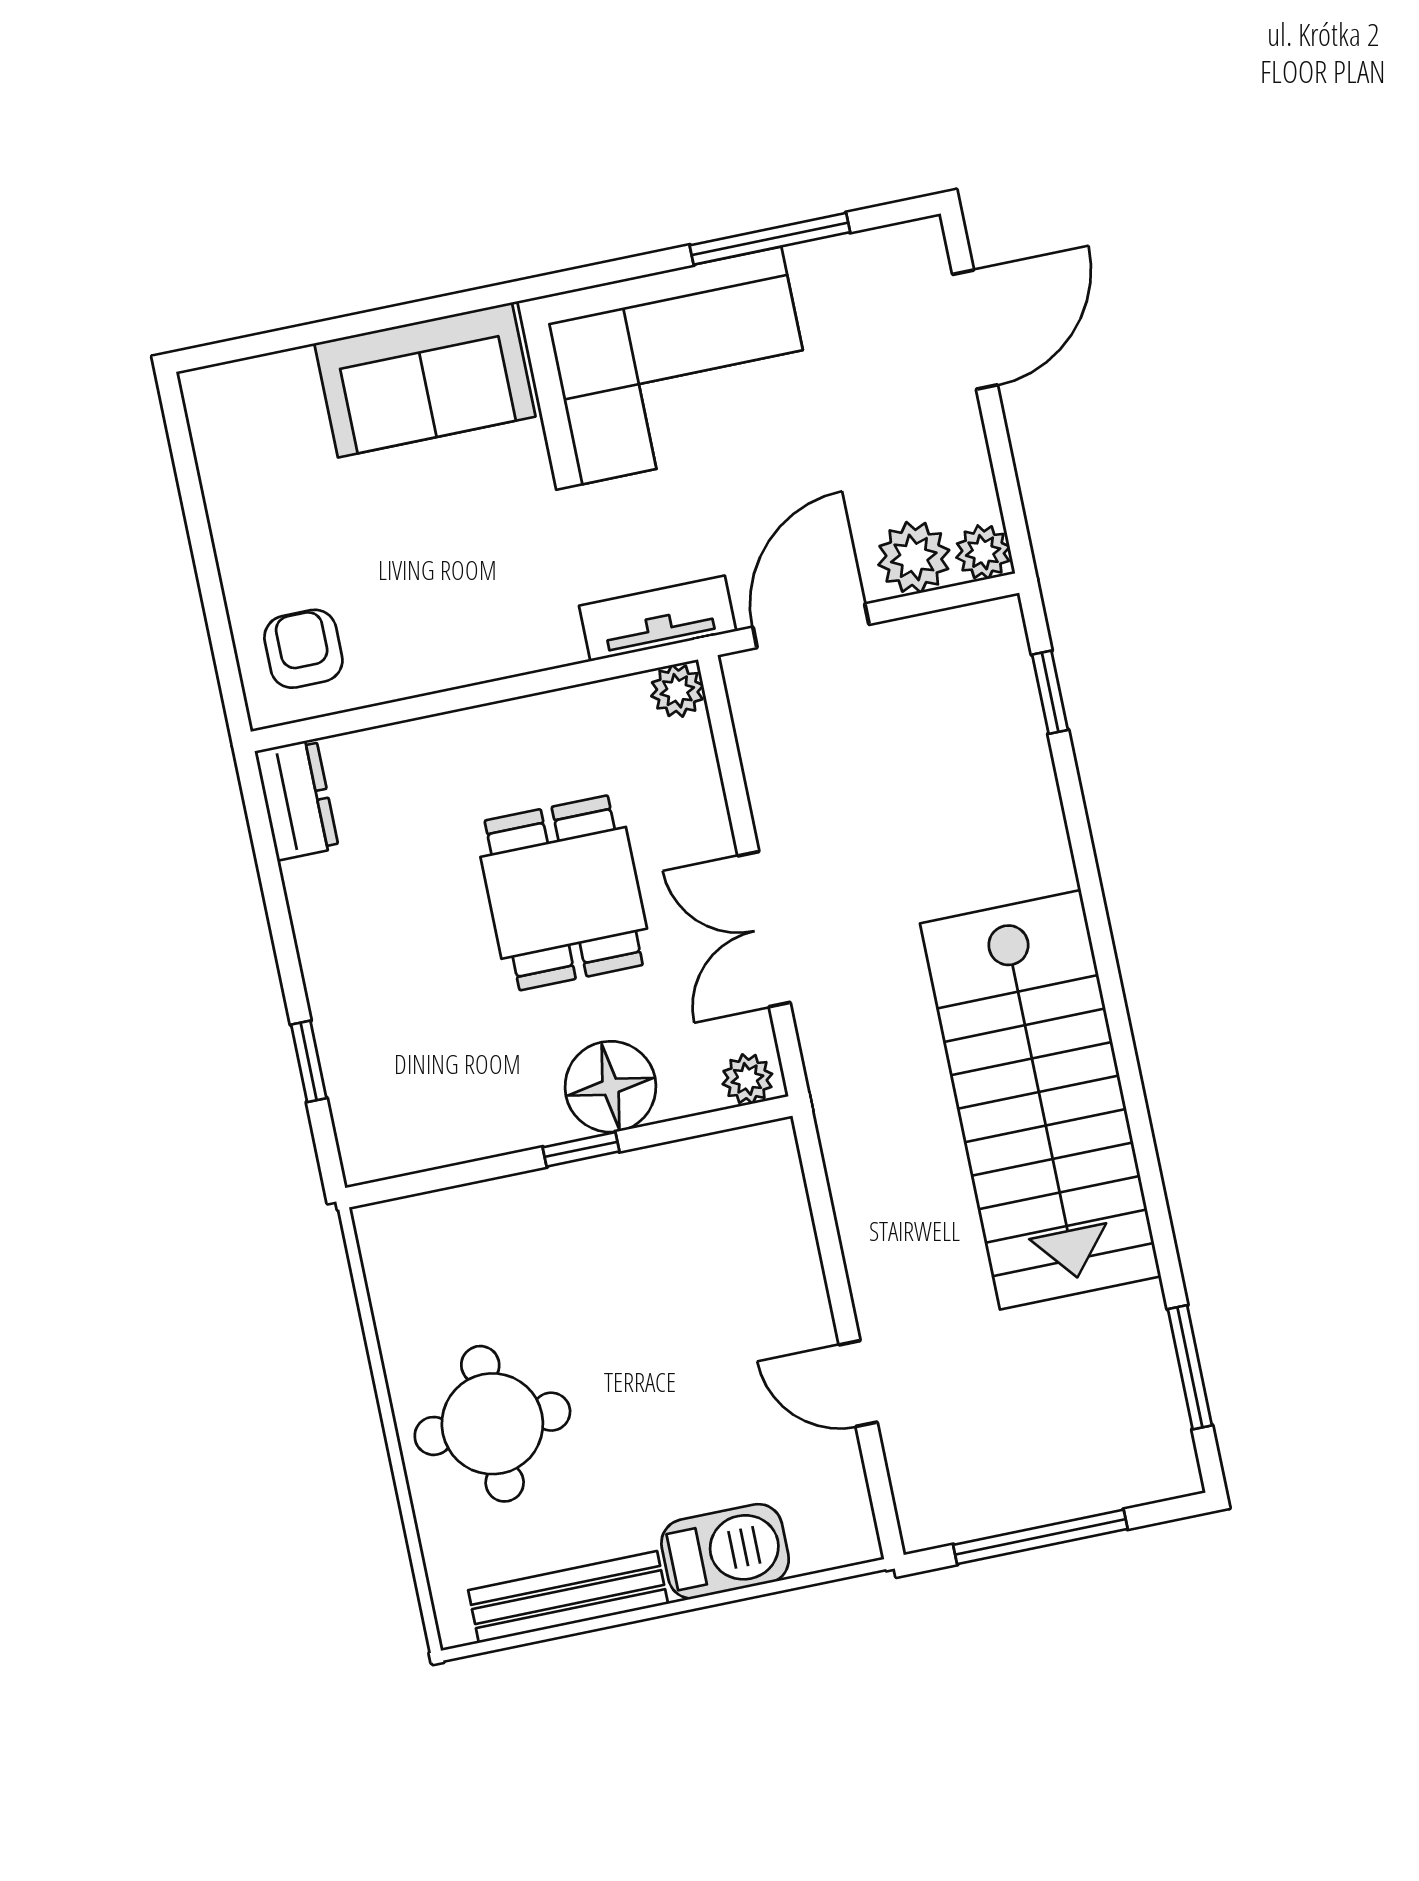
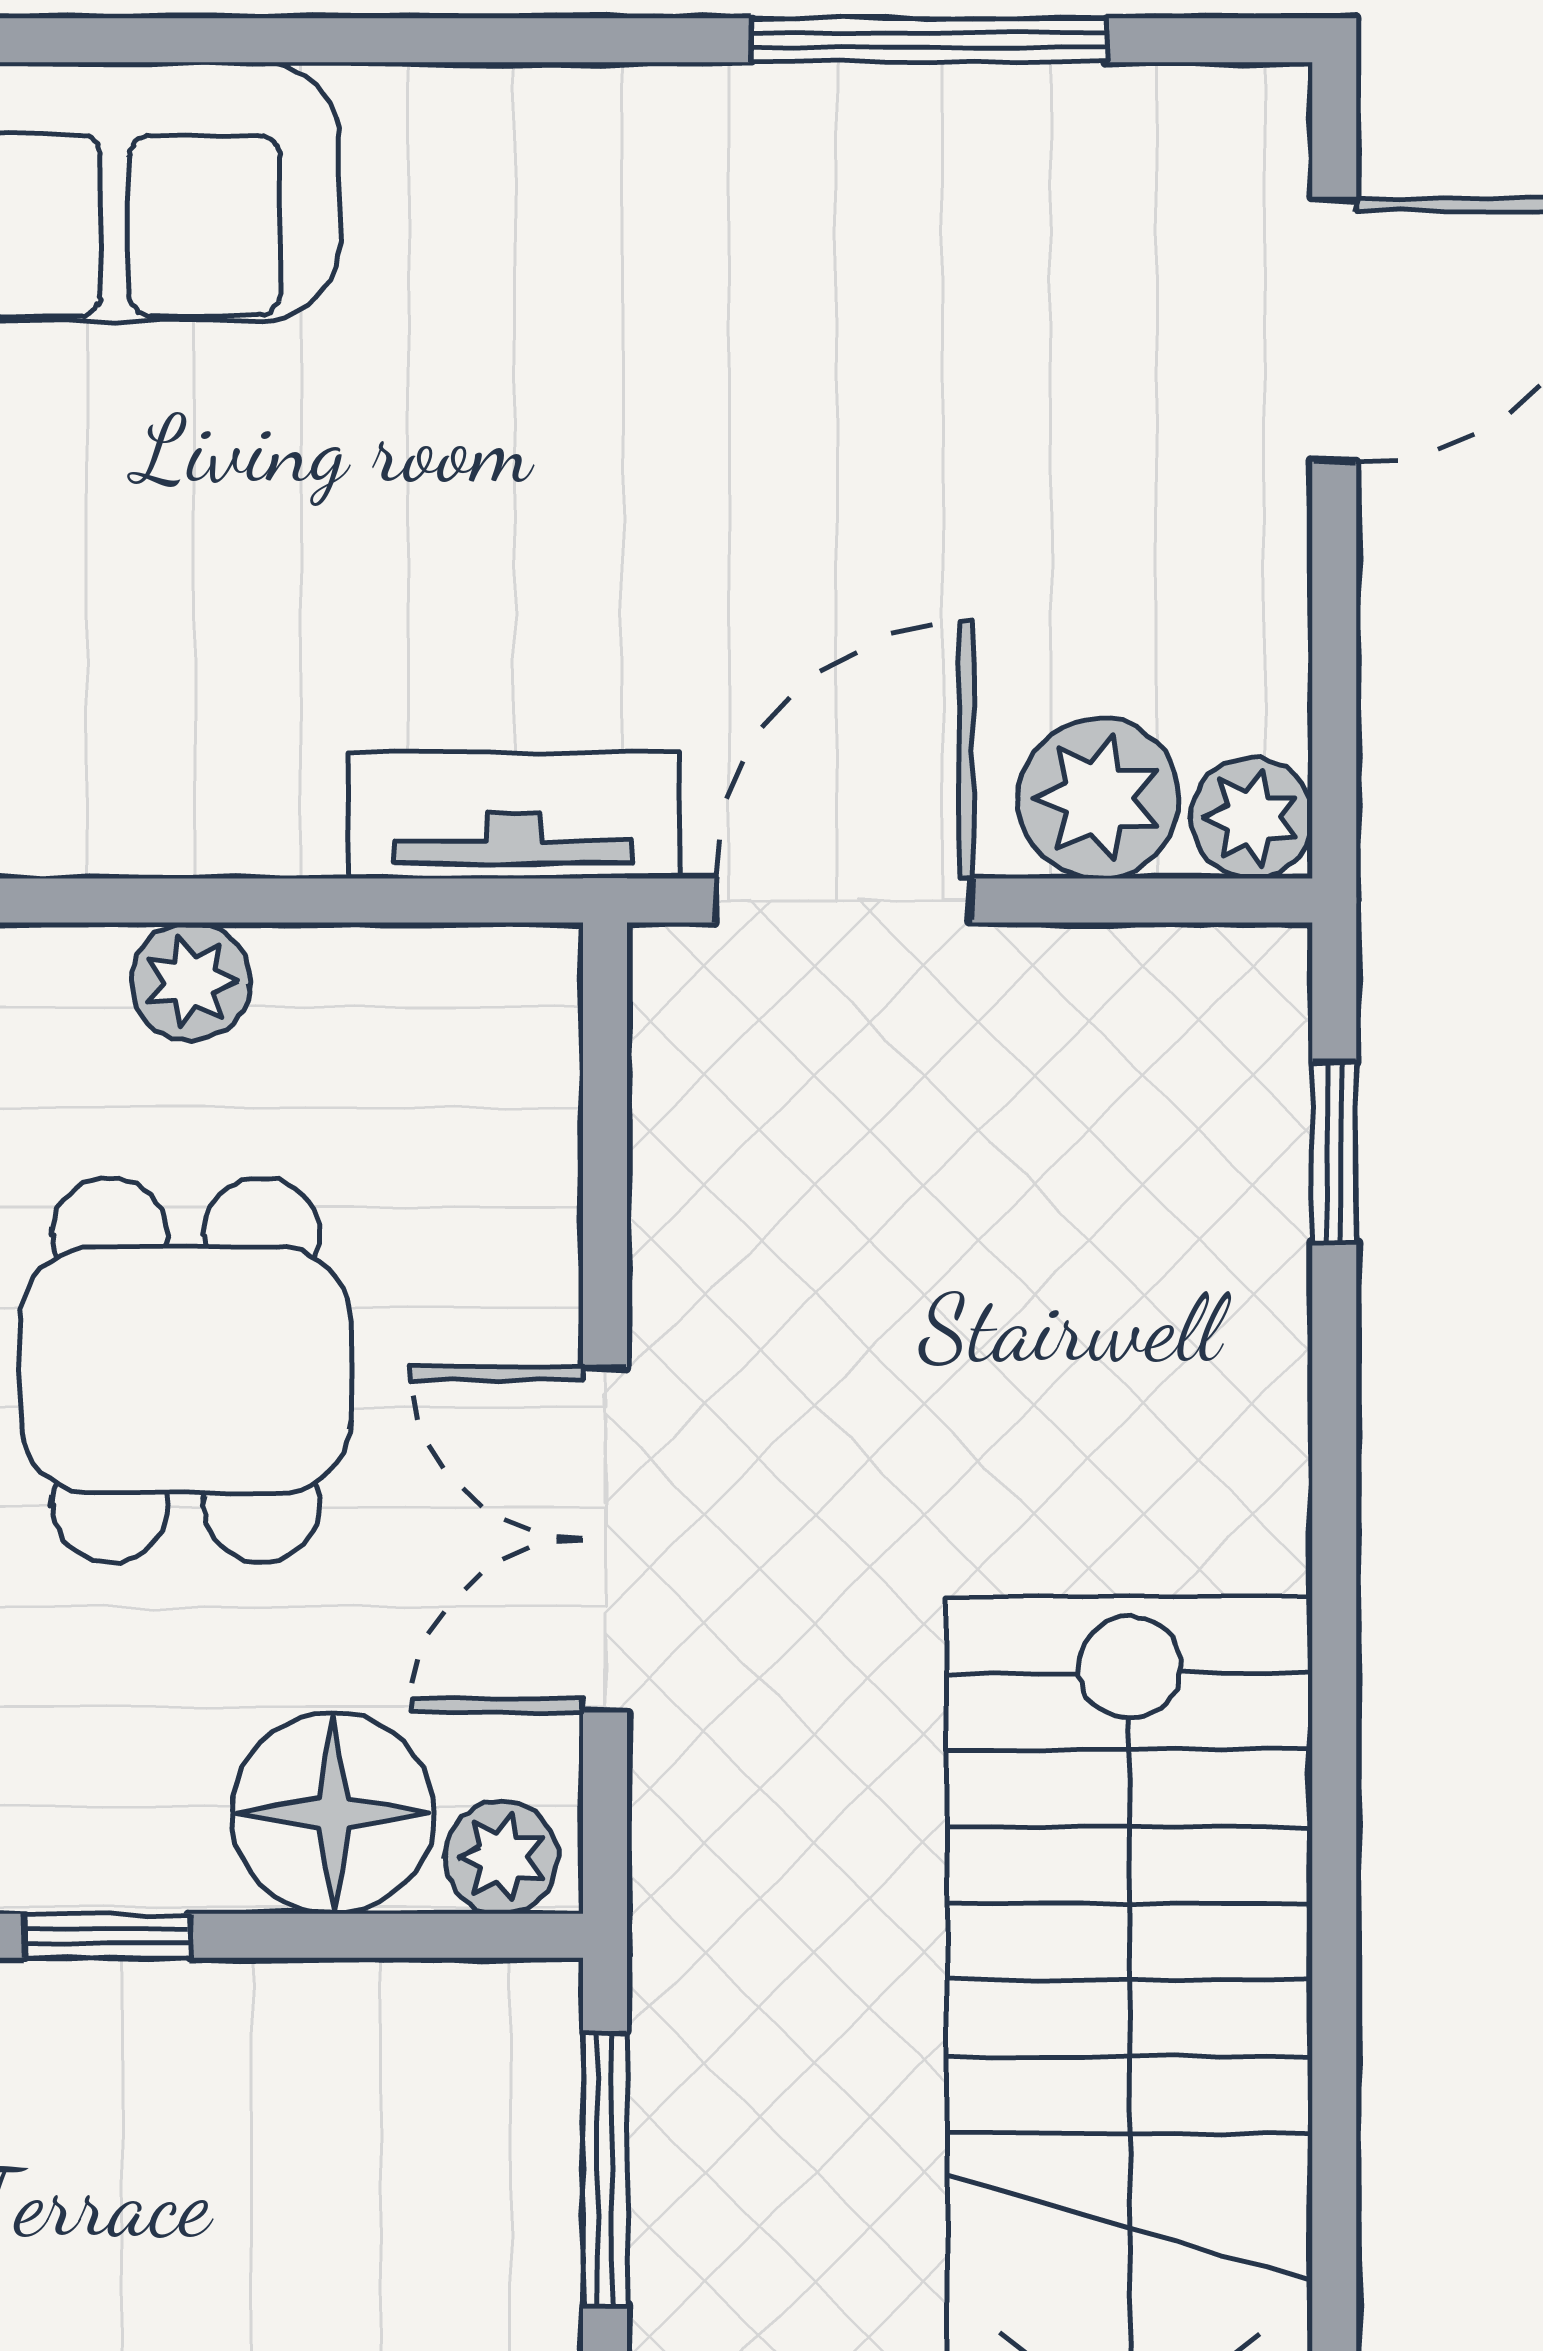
corner sofa: (669, 368) -> (651, 276), removed
plant: (677, 691) -> (191, 982), moved
floor lamp: (610, 1087) -> (333, 1813), moved
window: (821, 1207) -> (605, 2169), added

